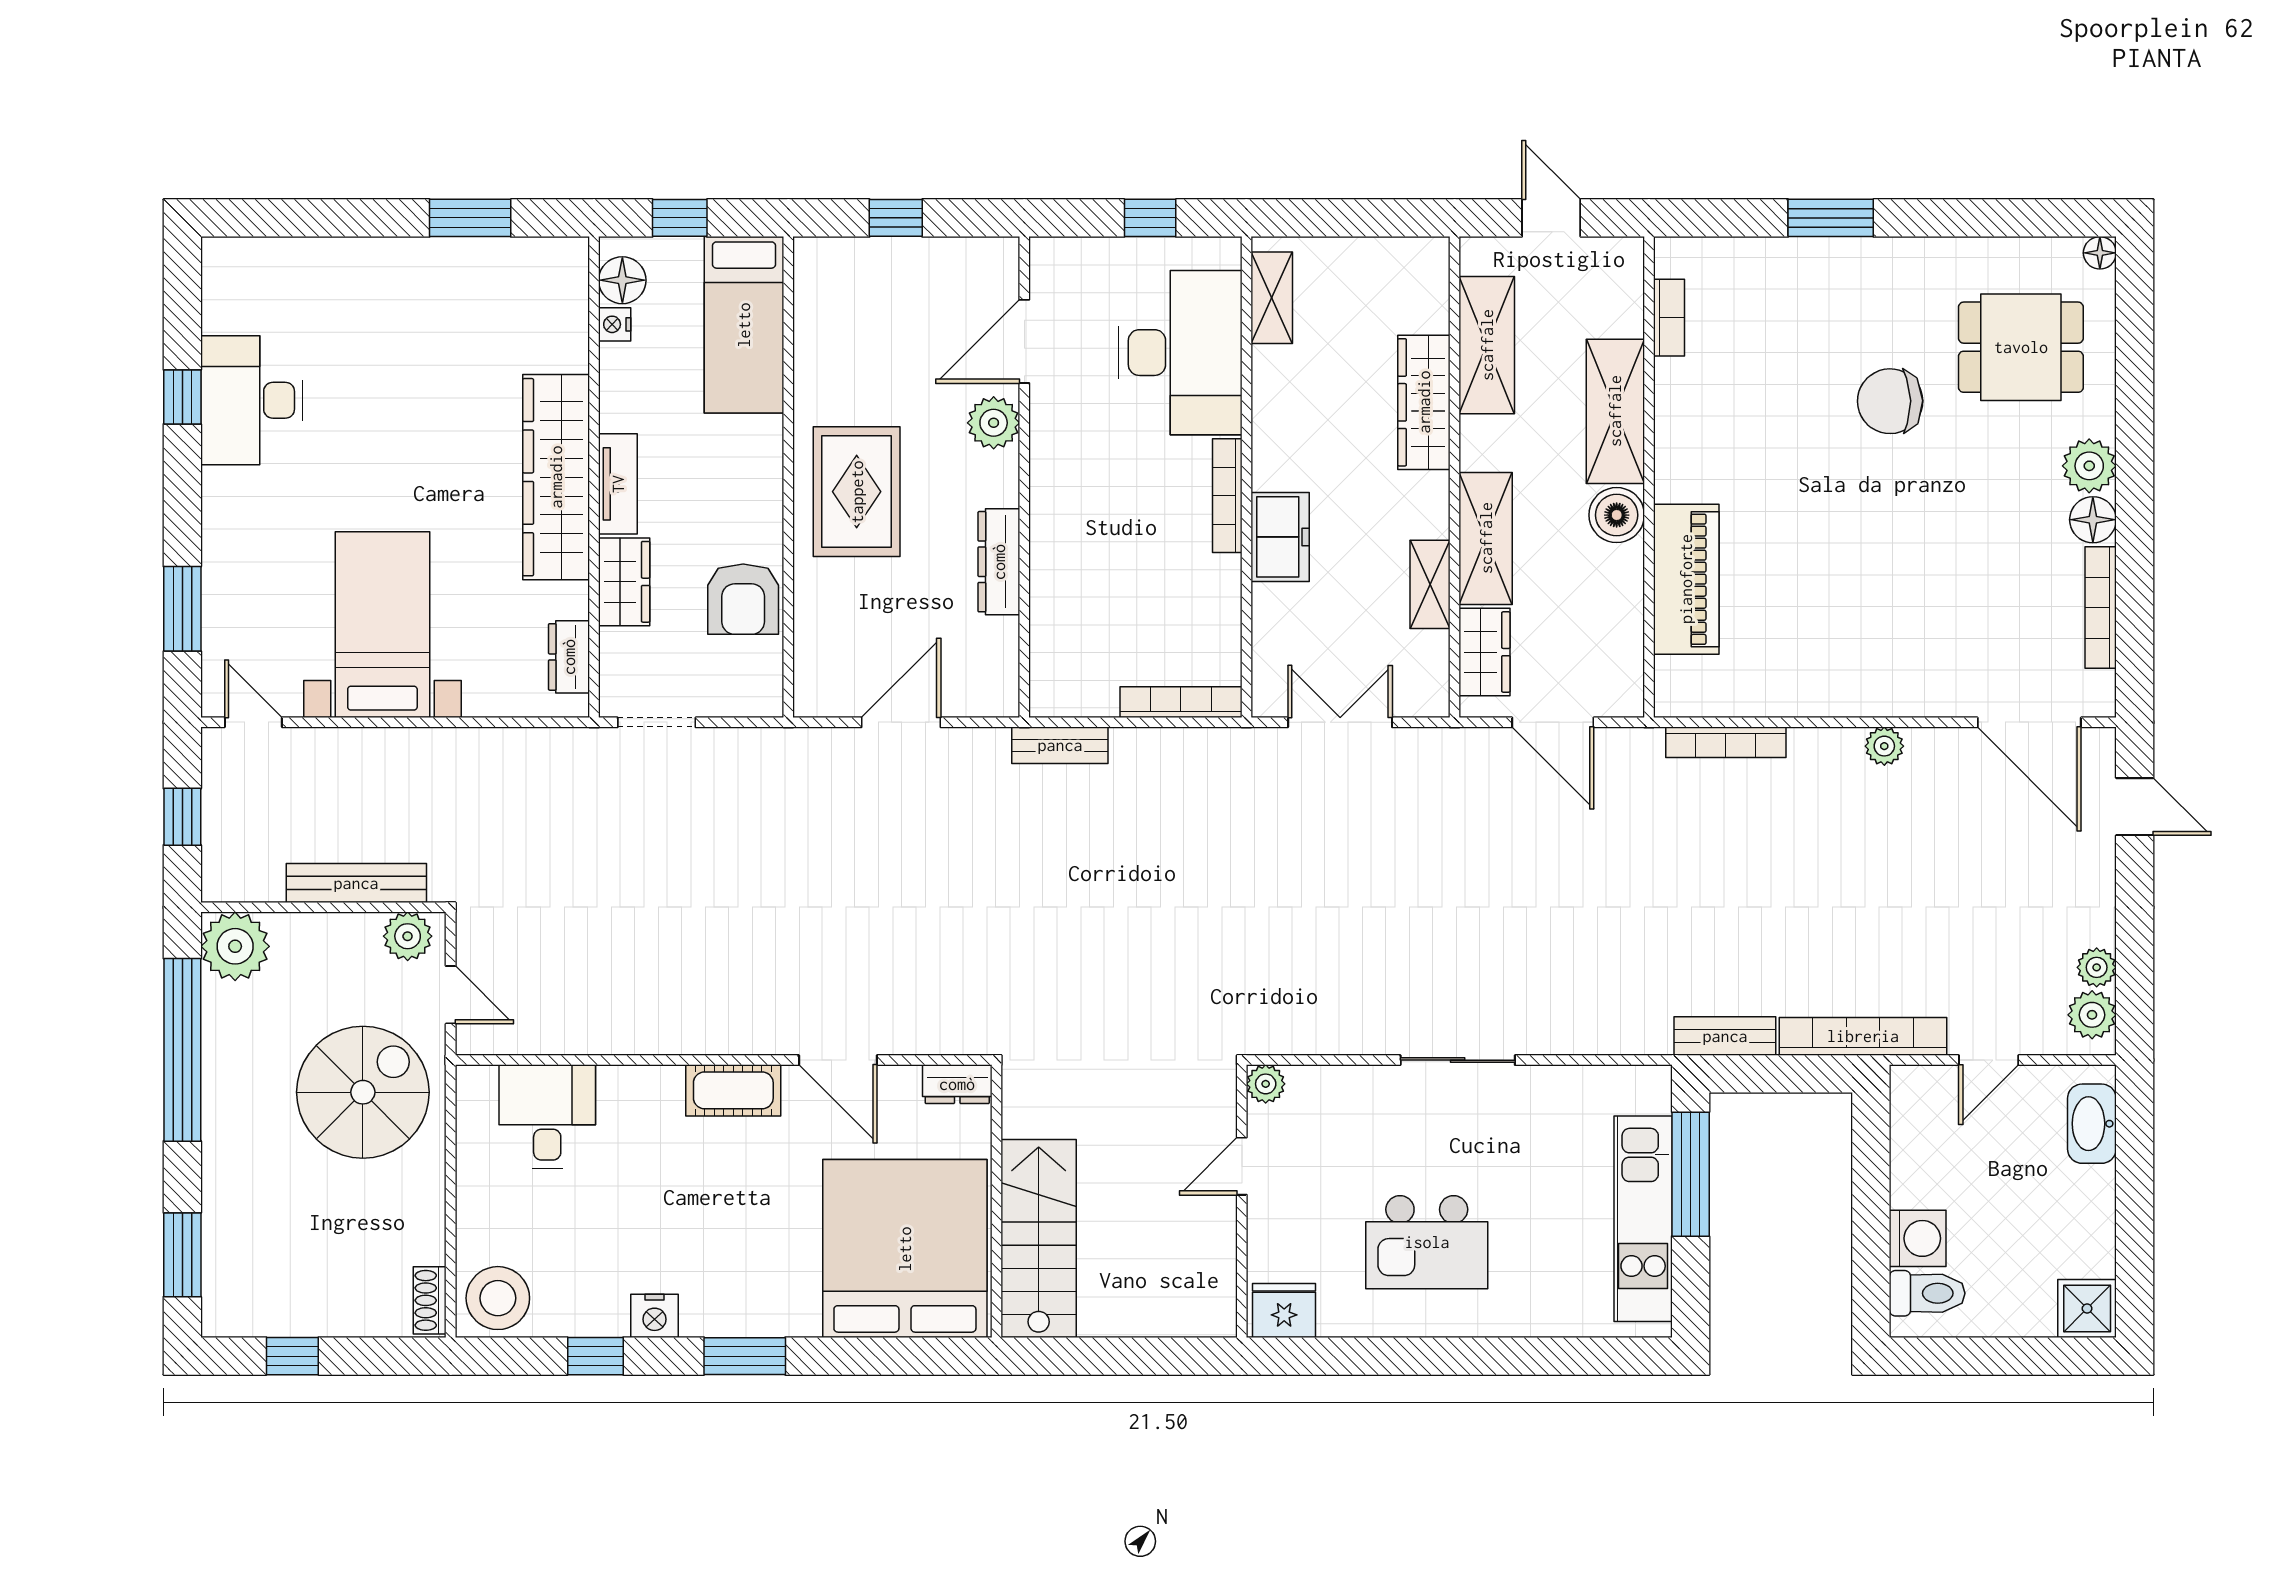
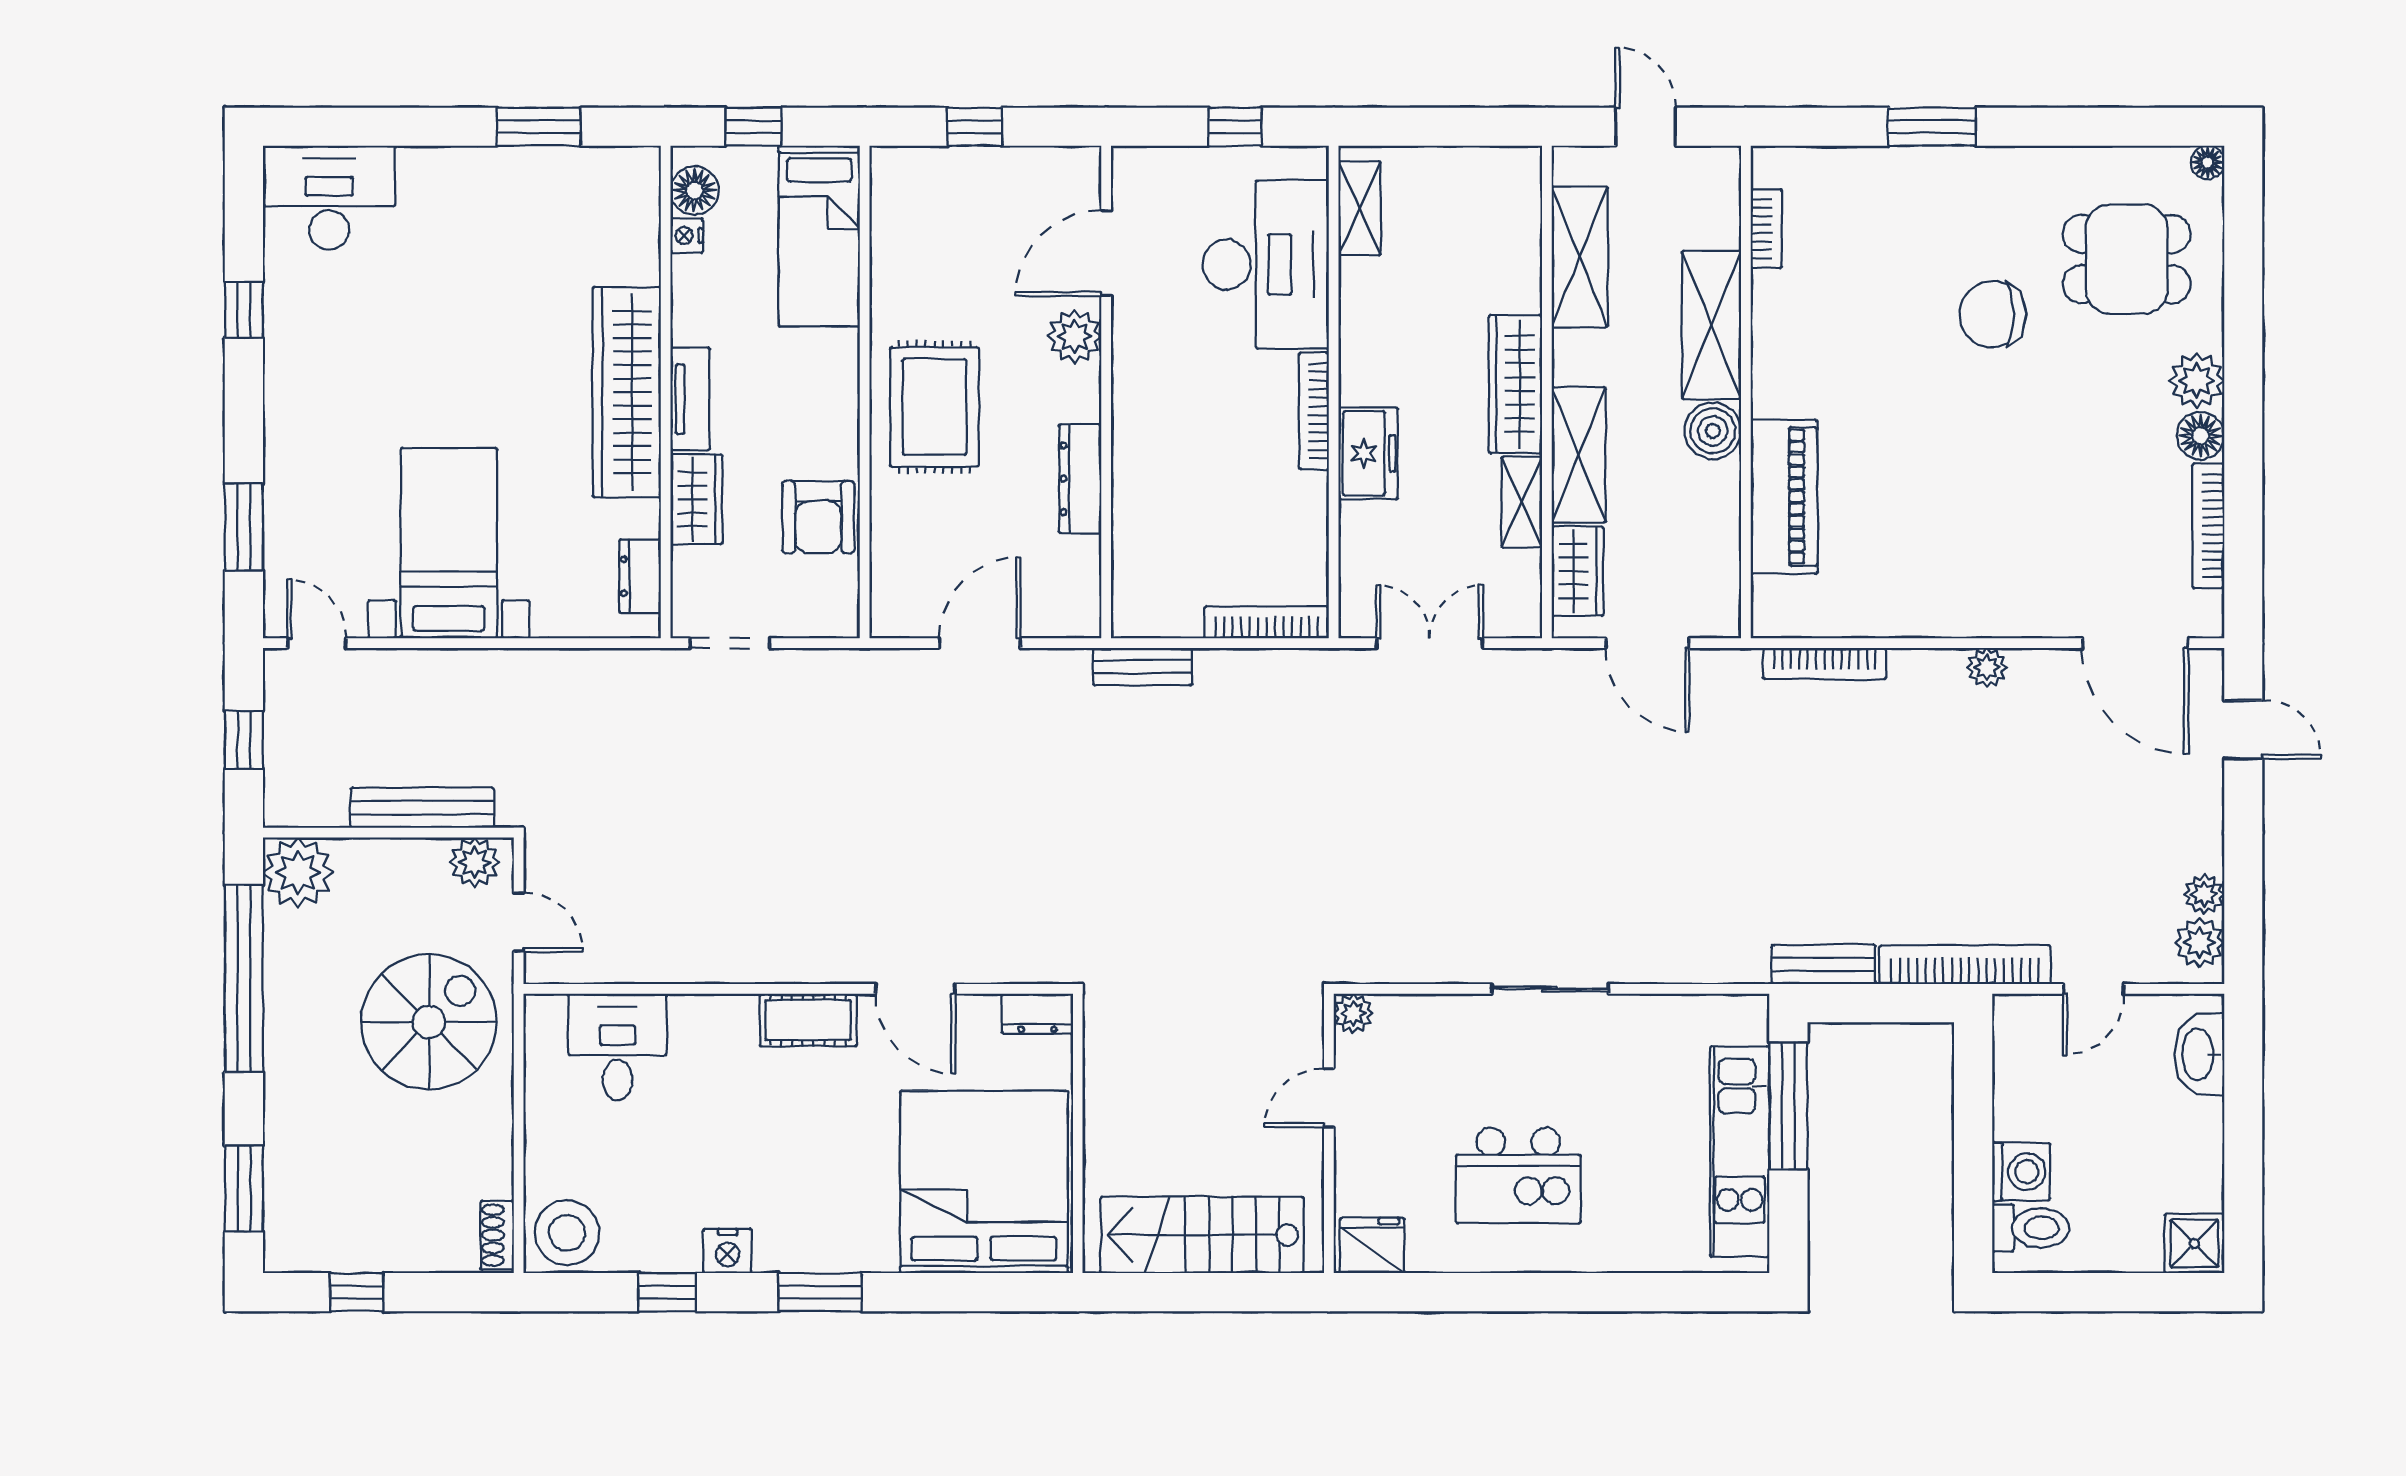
desk: (252, 400) -> (329, 198), moved, turned 90
wardrobe: (1424, 402) -> (1515, 384), moved
stairs: (1039, 1238) -> (1202, 1235), moved, turned -90

